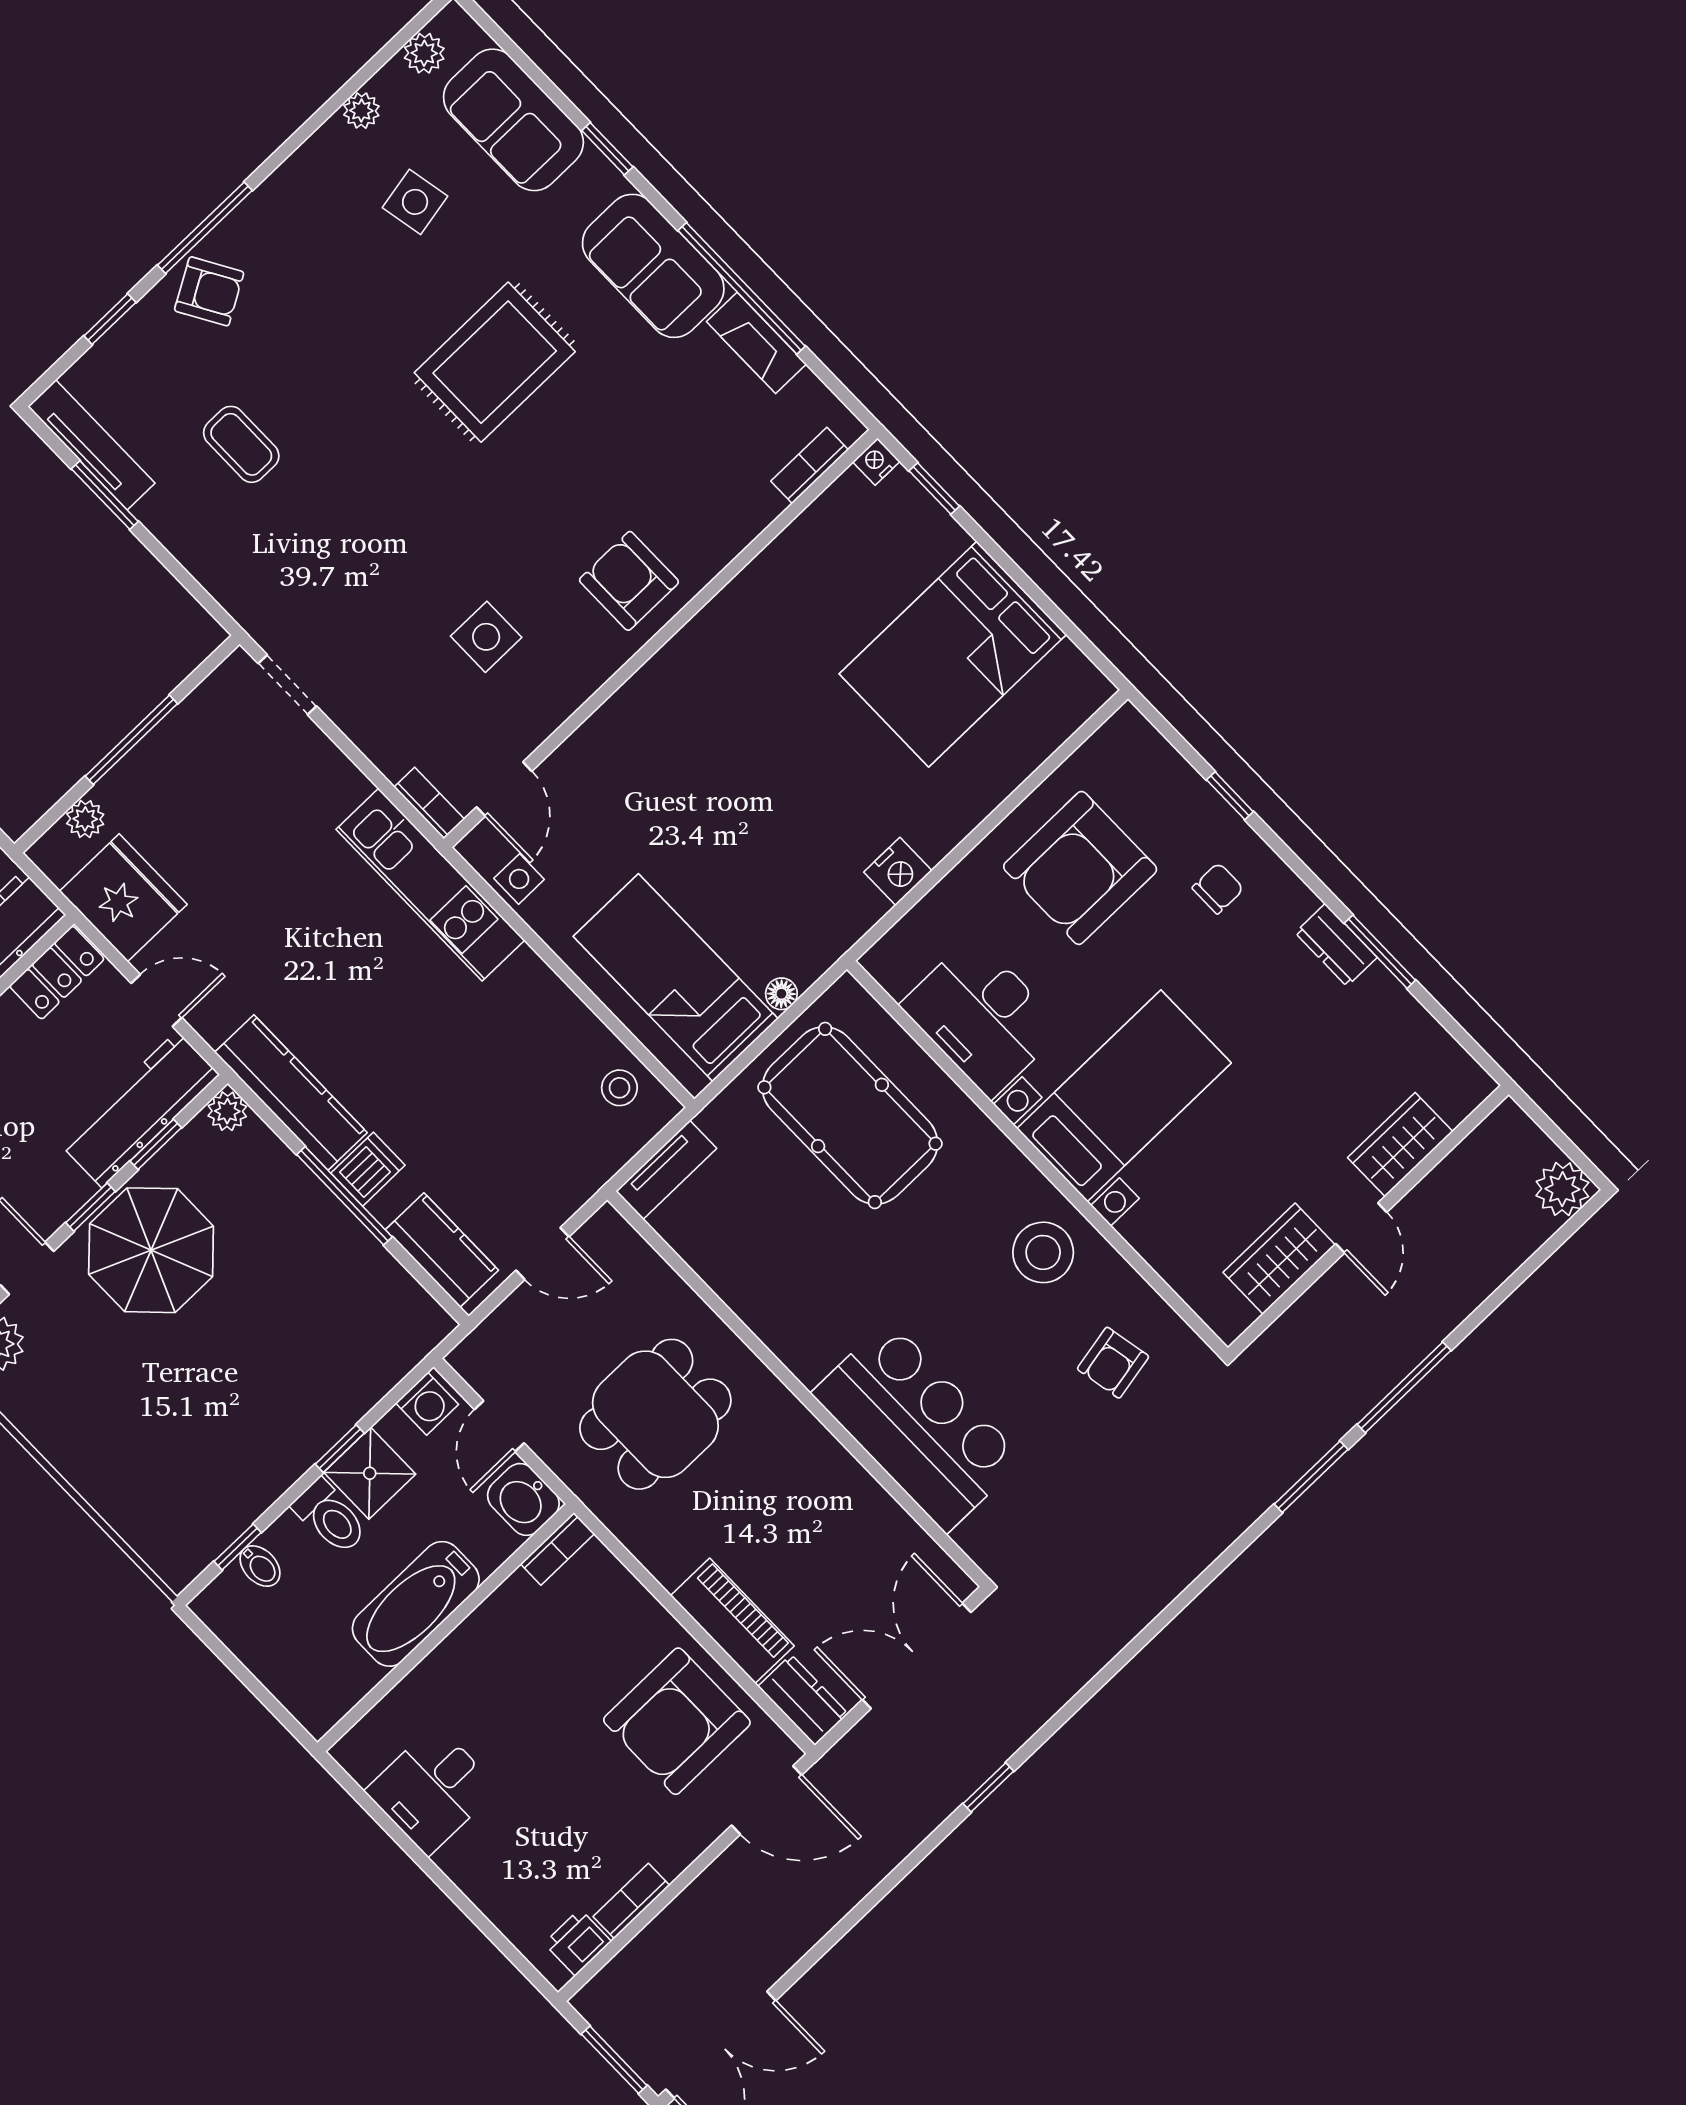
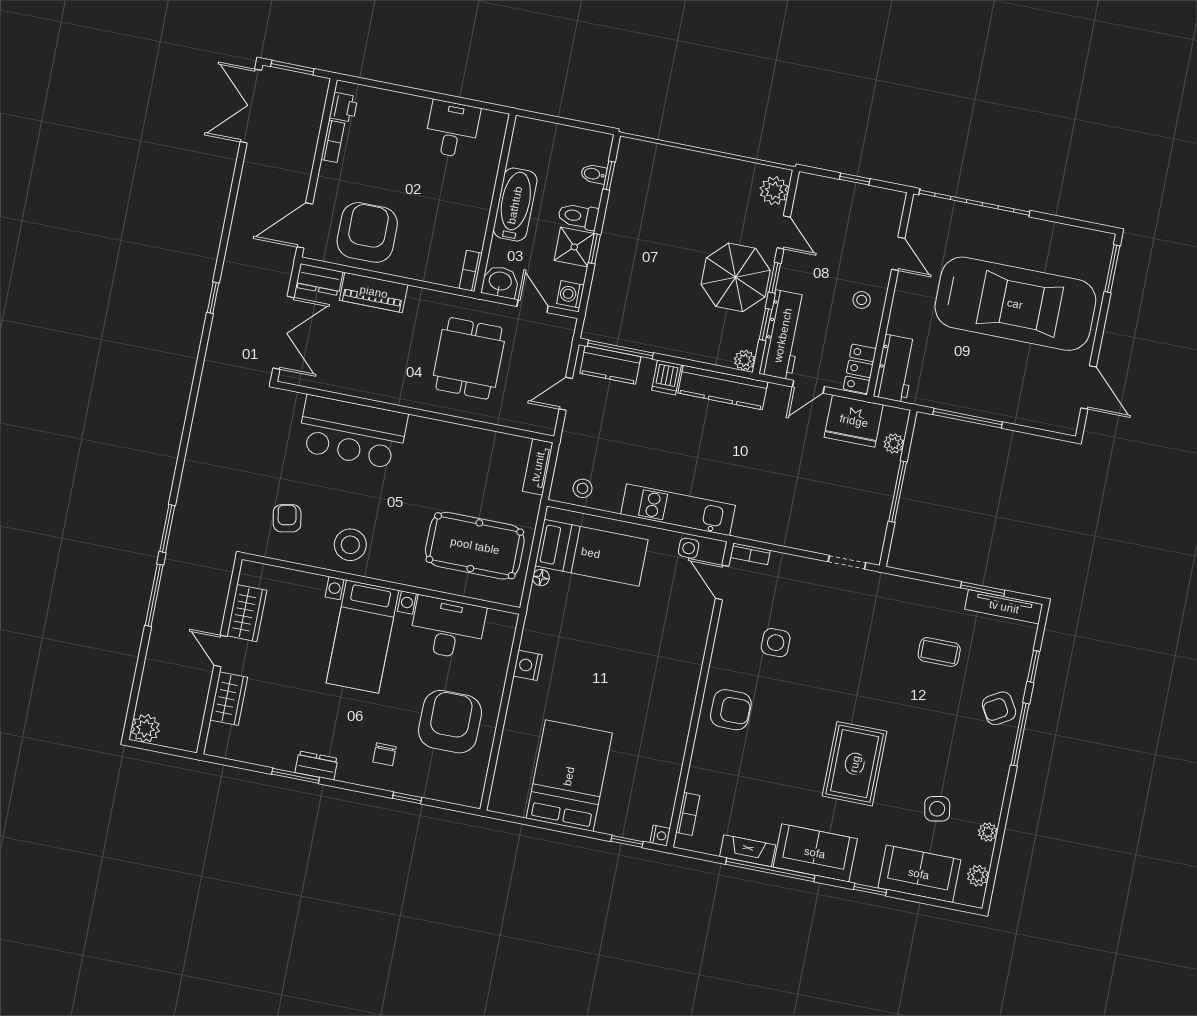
kitchen unit: (430, 885) -> (678, 510), moved
window: (344, 1196) -> (620, 349), moved

